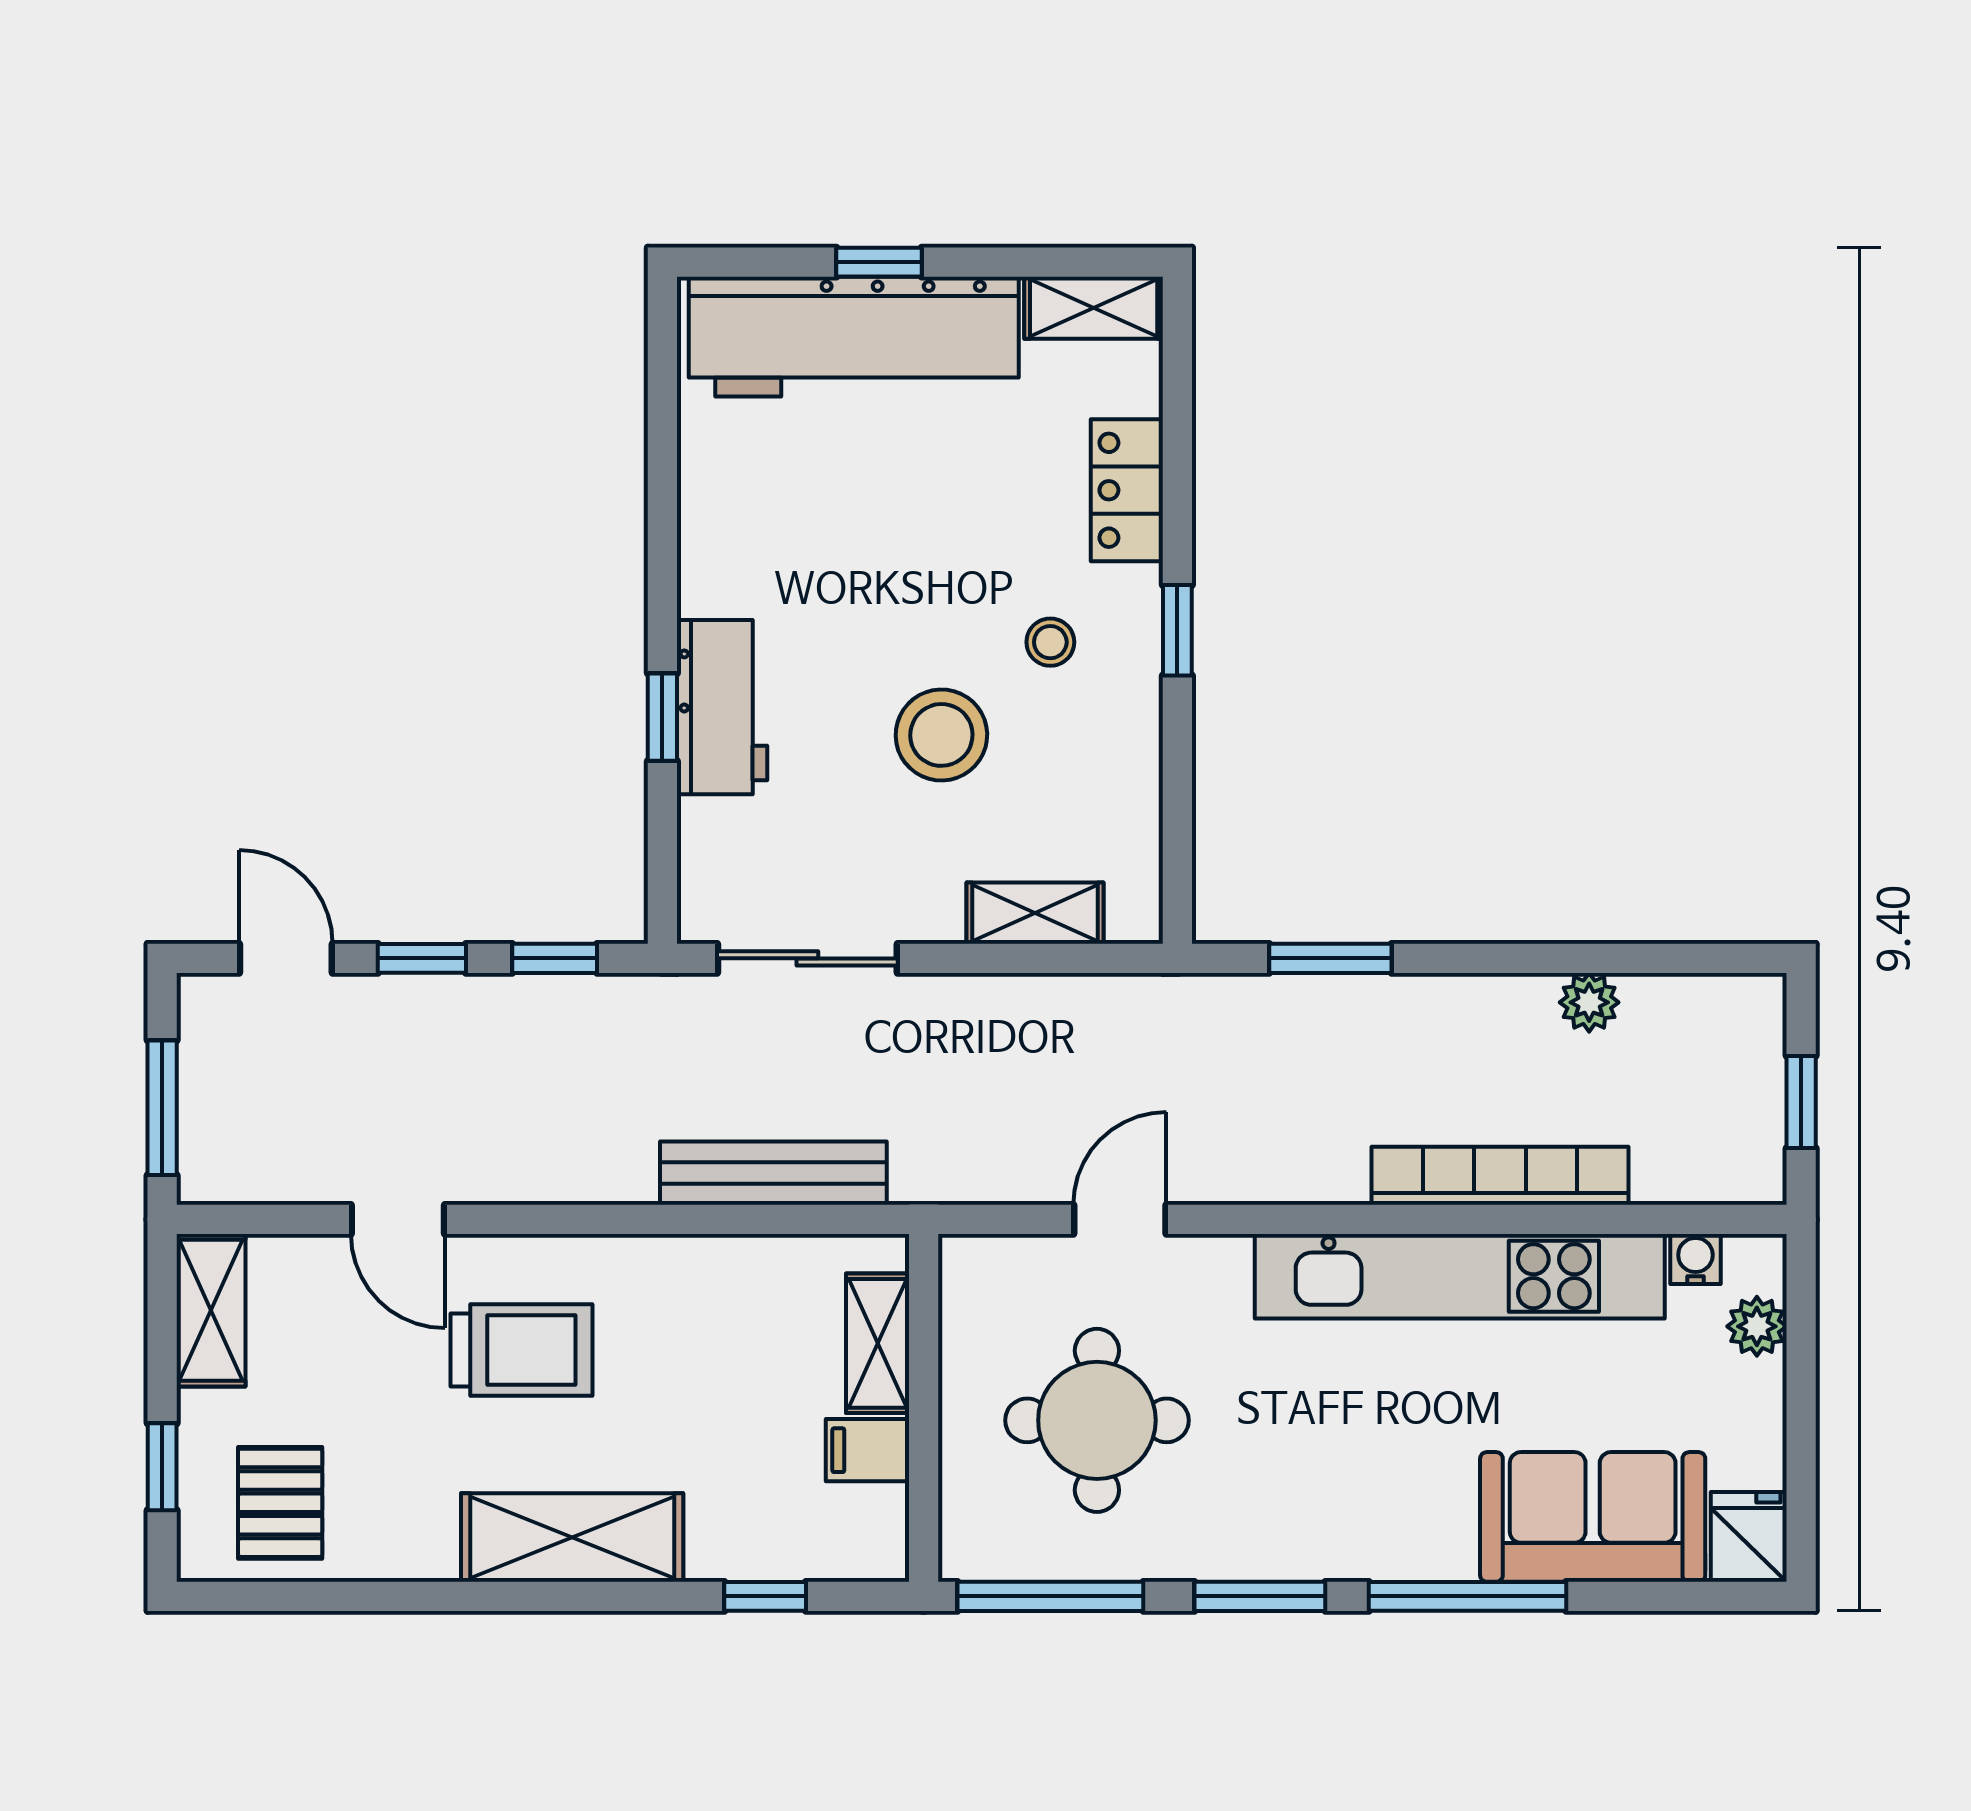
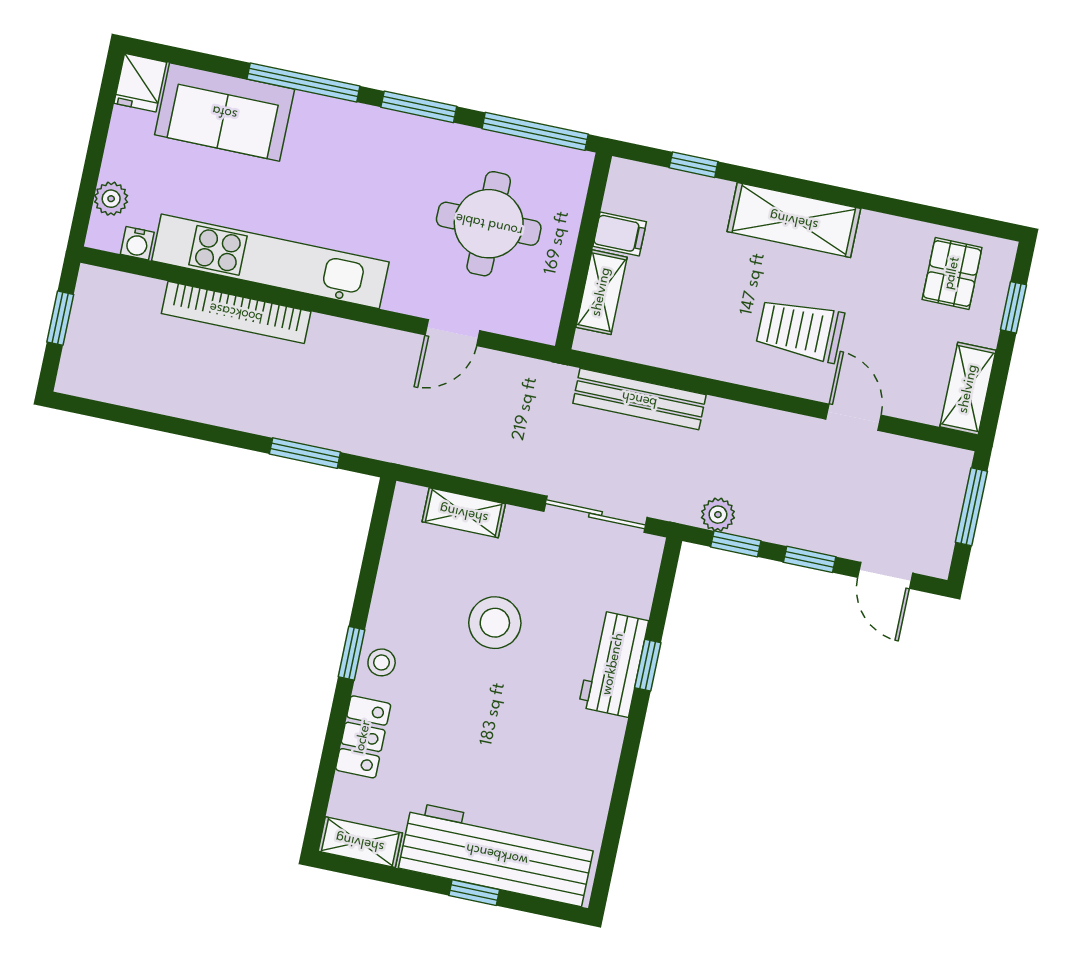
stool: (1050, 642) -> (382, 662), moved
plant: (1589, 1002) -> (718, 515), moved

